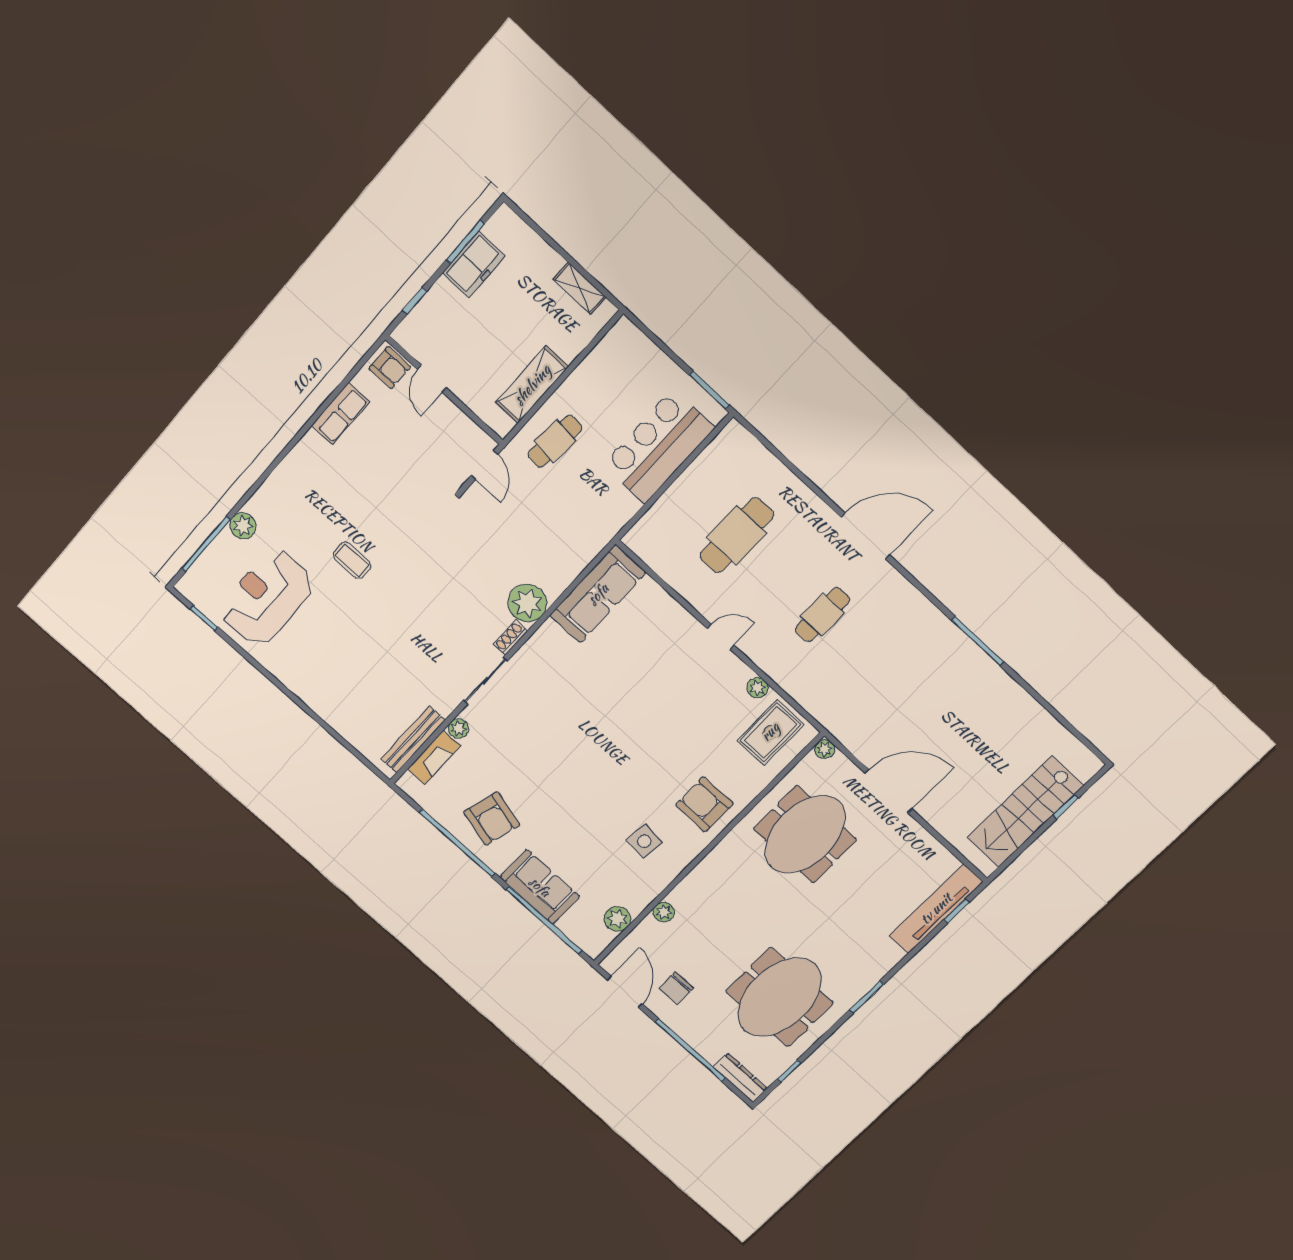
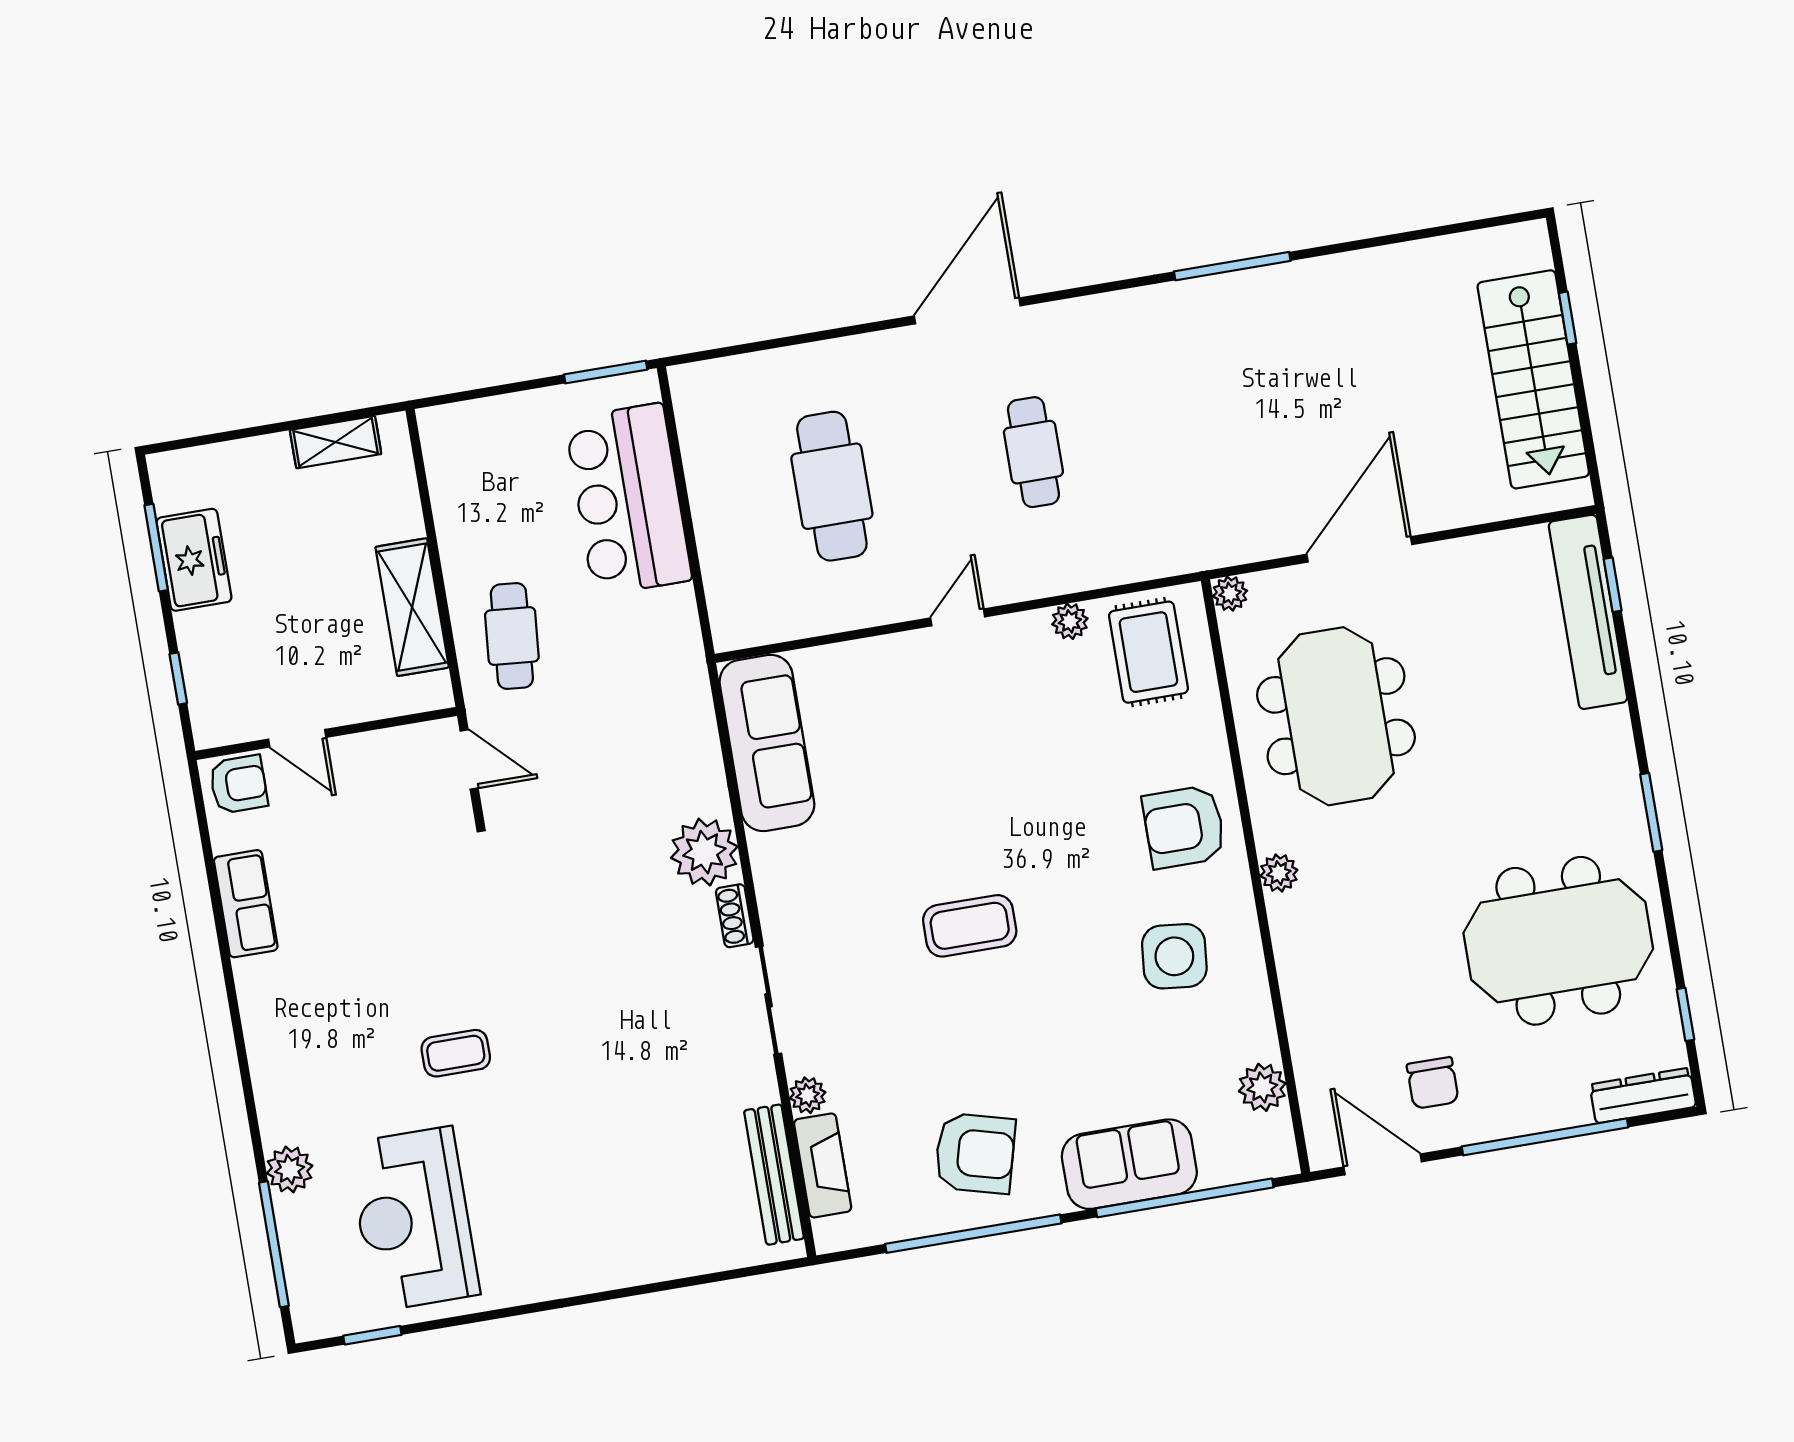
coffee table: (588, 744) -> (970, 926), added
side table: (644, 841) -> (1174, 956), width x1.37, depth x1.37
plant: (664, 912) -> (1279, 873), moved
meeting table: (779, 997) -> (1558, 941), turned 90

